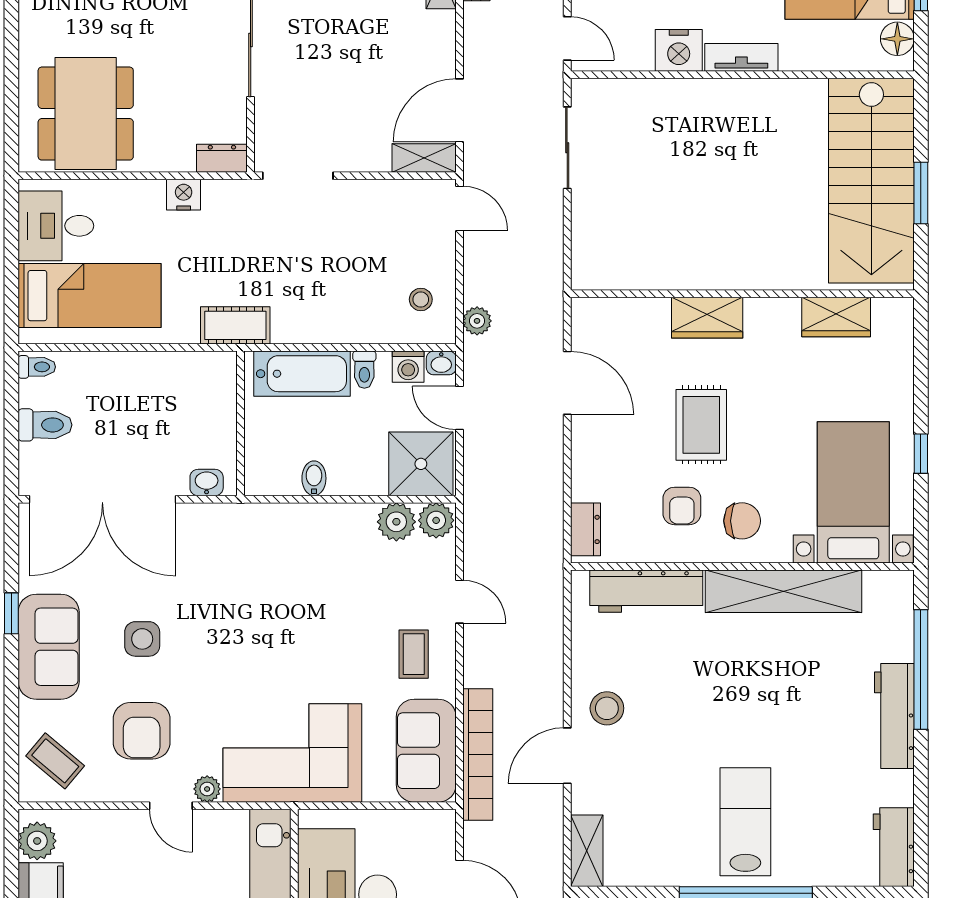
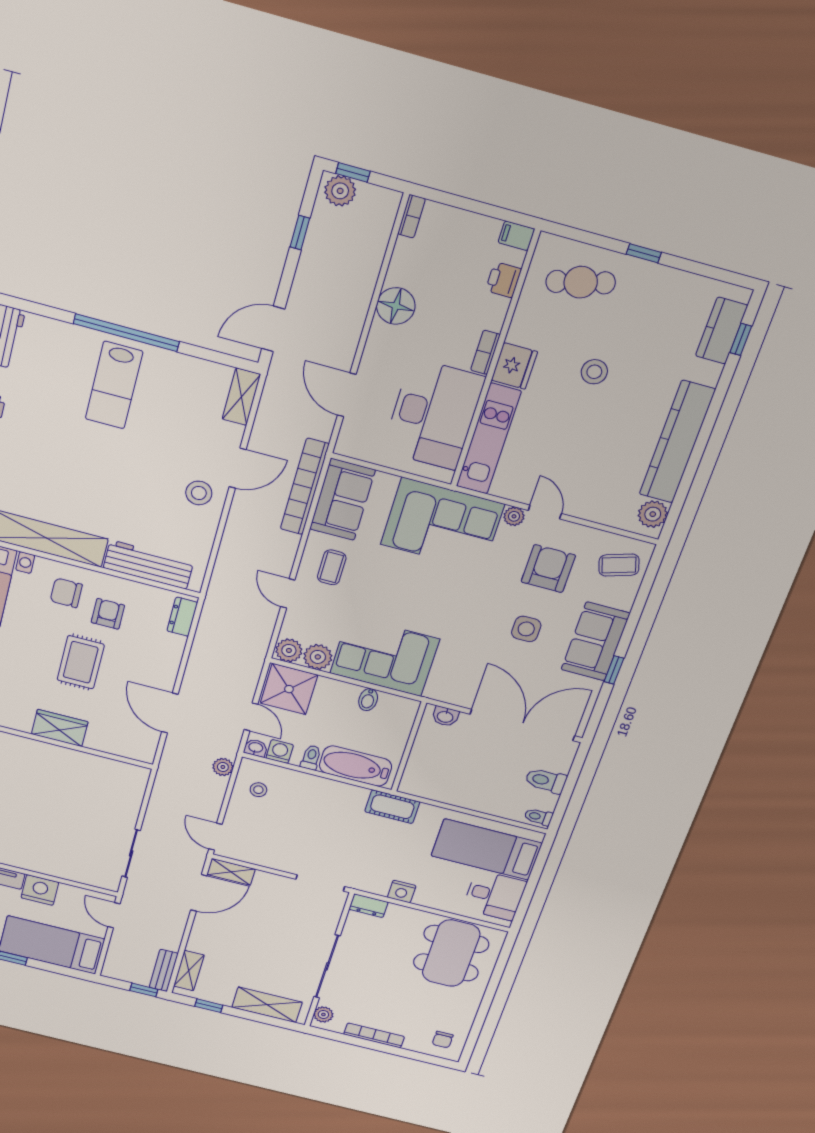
corner sofa: (311, 548) -> (385, 656), added
coffee table: (55, 761) -> (619, 565), turned -58

